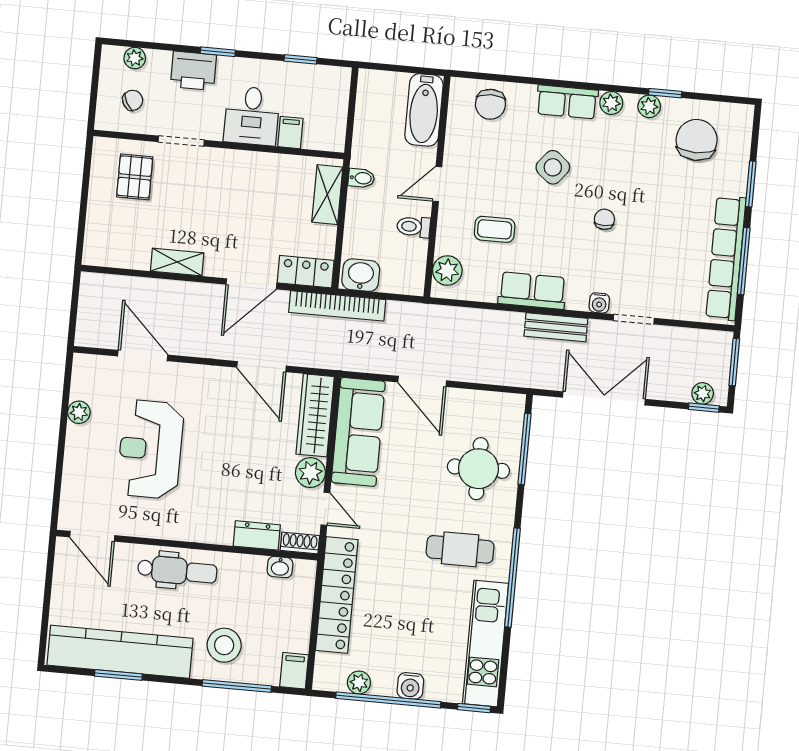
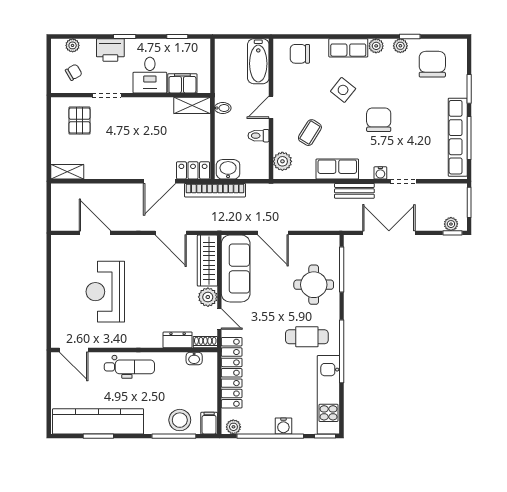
chair: (490, 104) -> (300, 54), turned 90
filing cabinet: (290, 133) -> (182, 83), width x2.00
shelving: (327, 195) -> (192, 105), moved, turned 90
chair: (604, 219) -> (379, 120), width x1.87, depth x1.87
coffee table: (495, 229) -> (310, 133), turned -58
shelving: (177, 262) -> (67, 172), moved
plant: (79, 412) -> (58, 272), removed
stool: (224, 645) -> (180, 420), moved
plant: (359, 683) -> (233, 427), moved

